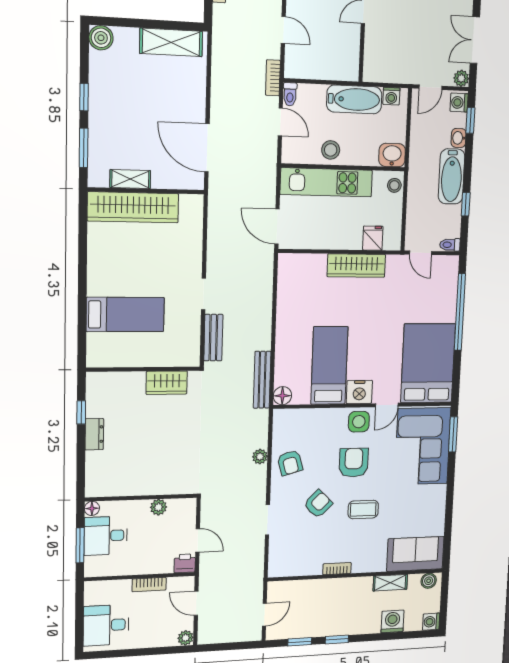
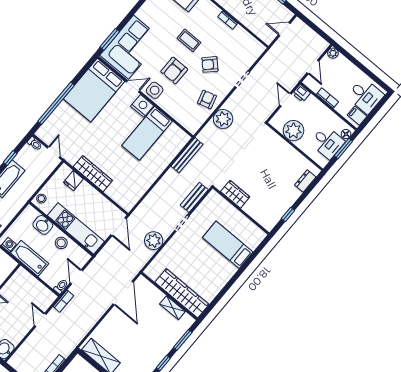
washbasin: (392, 155) -> (43, 225), moved
plant: (221, 245) -> (154, 241), added
floor lamp: (282, 396) -> (183, 138), removed
dresser: (94, 434) -> (305, 181), moved
plant: (260, 457) -> (223, 119), width x1.88, depth x1.88
plant: (158, 507) -> (293, 131), width x1.87, depth x1.87
floor lamp: (92, 508) -> (346, 134), moved
filing cabinet: (96, 595) -> (357, 116), added

